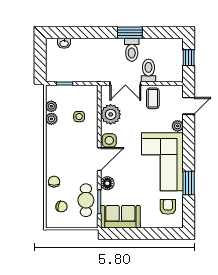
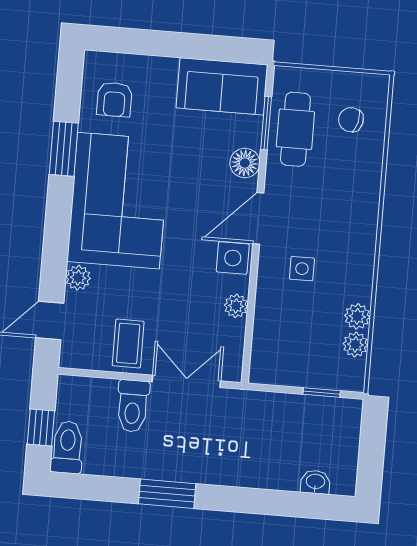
toilet: (132, 50) -> (67, 447), moved
plant: (111, 114) -> (236, 306), width x0.53, depth x0.53
side table: (79, 117) -> (302, 269), moved
chair: (54, 182) -> (363, 176), removed

